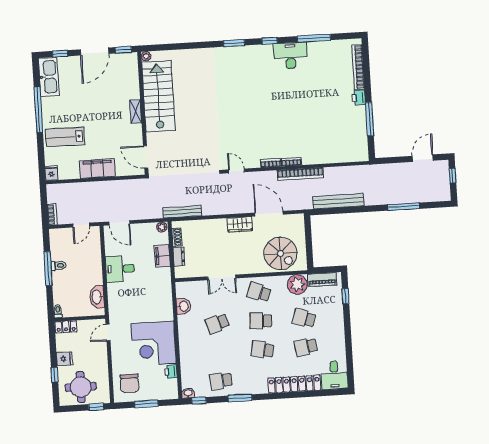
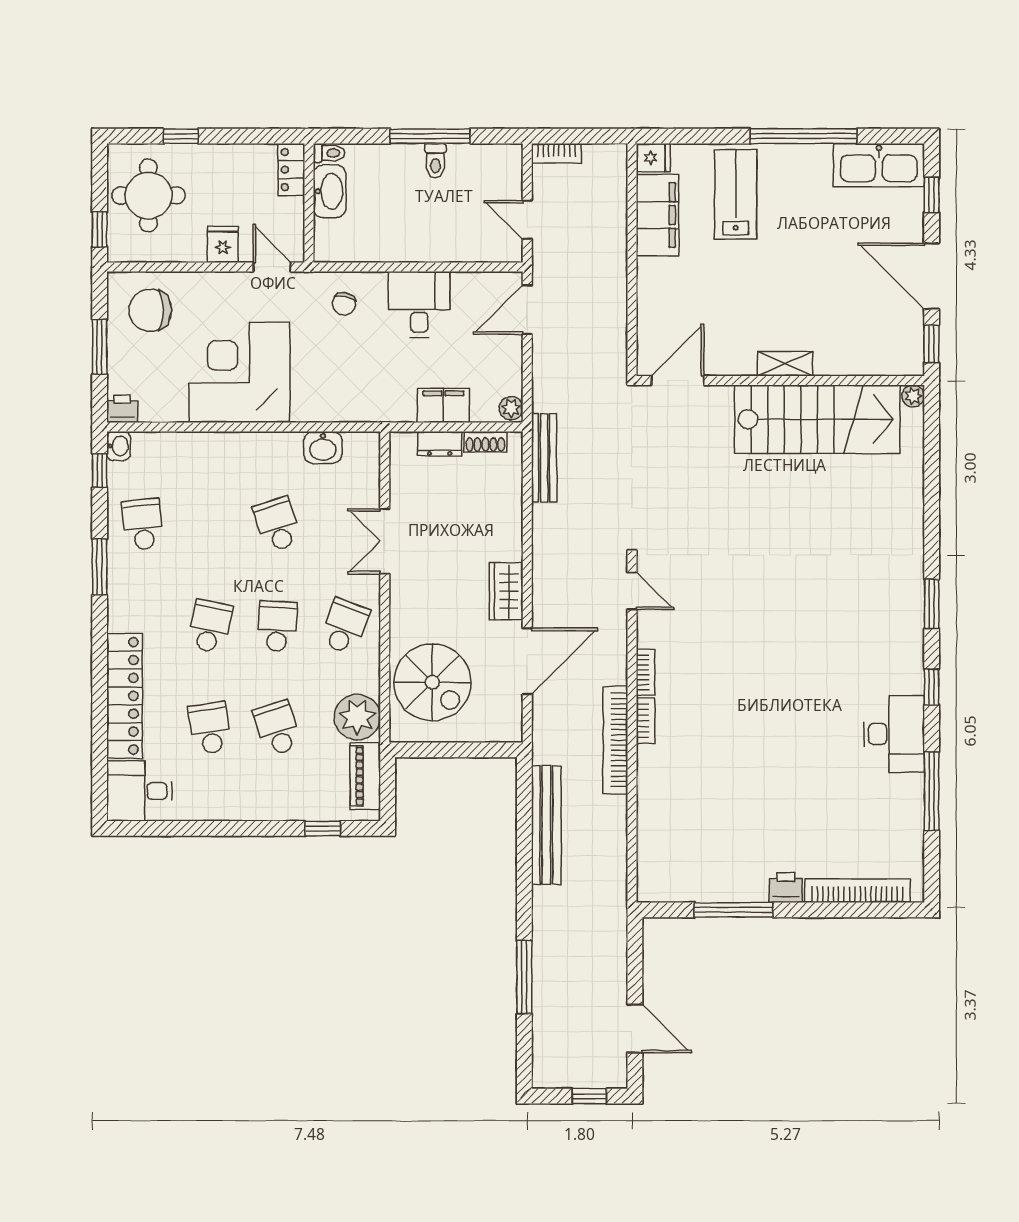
filing cabinet: (97, 168) -> (657, 215), moved
door: (236, 171) -> (632, 591), hinge flipped
spiral stairs: (280, 253) -> (432, 682), turned -90
washbasin: (97, 297) -> (330, 191), moved, turned 90
chair: (122, 301) -> (344, 304), added
school desk: (304, 318) -> (277, 728), turned -36
fridge: (65, 359) -> (223, 244), moved, turned 180
printer: (171, 372) -> (122, 409), moved

